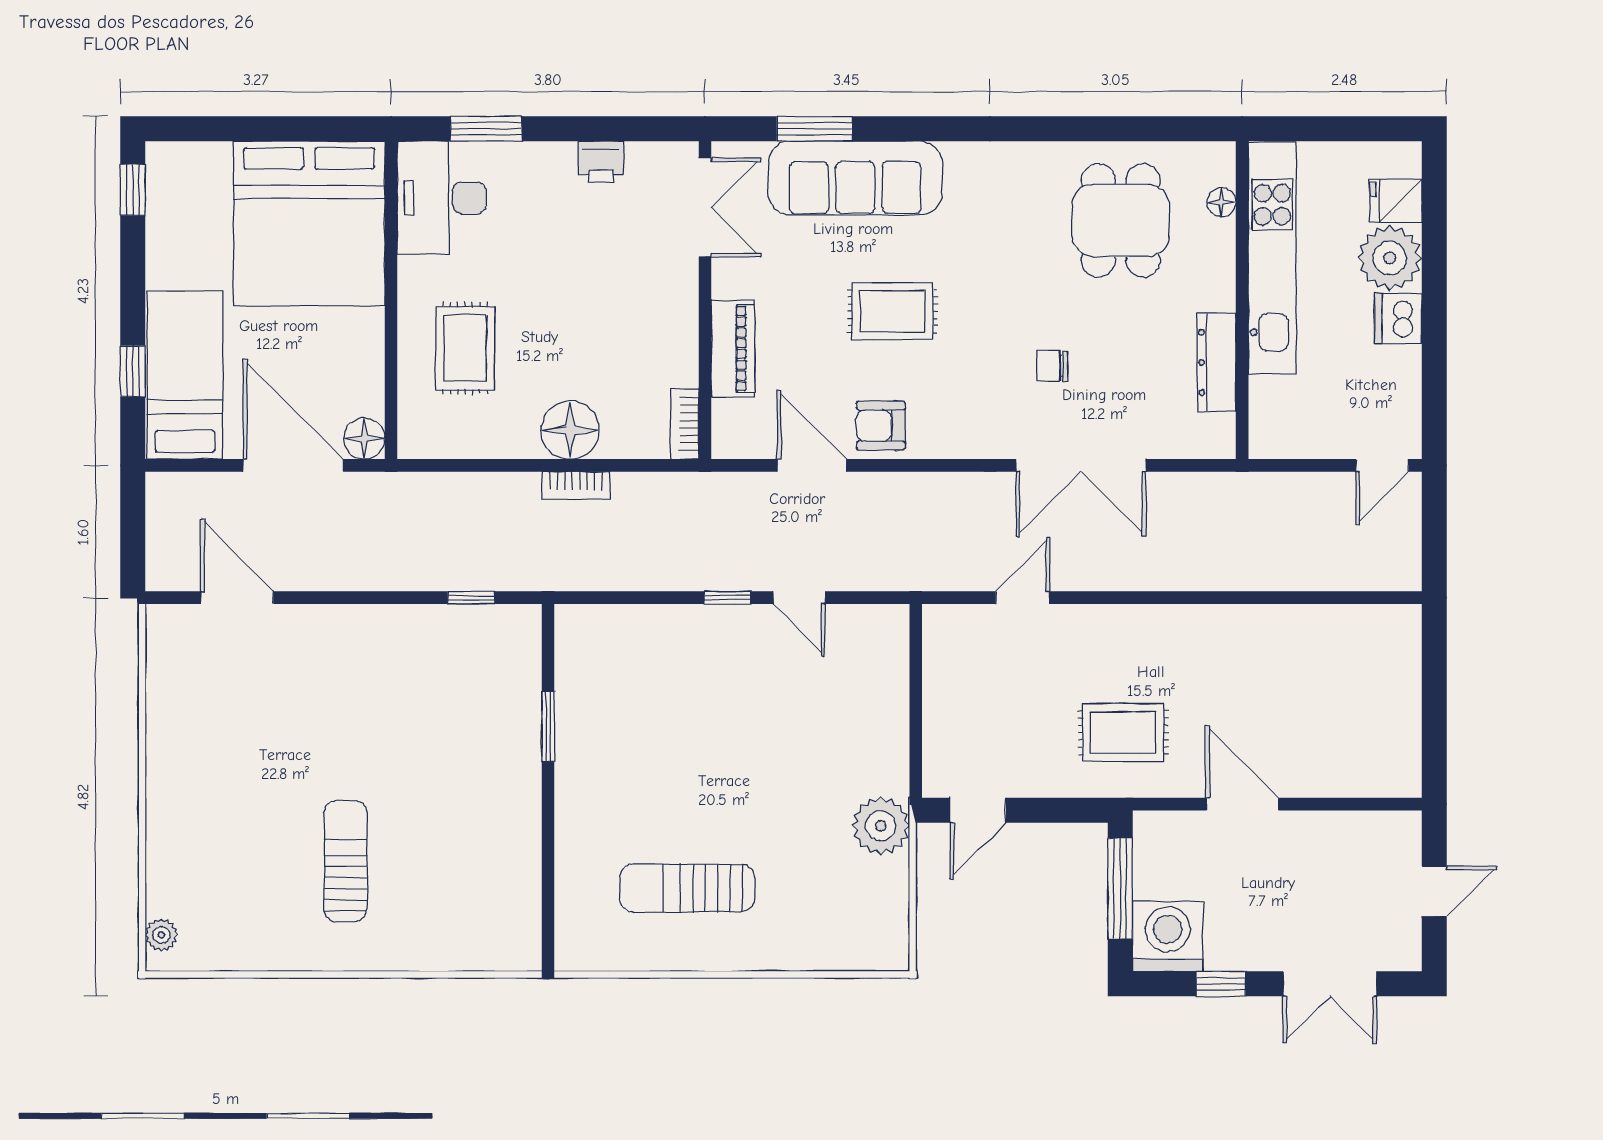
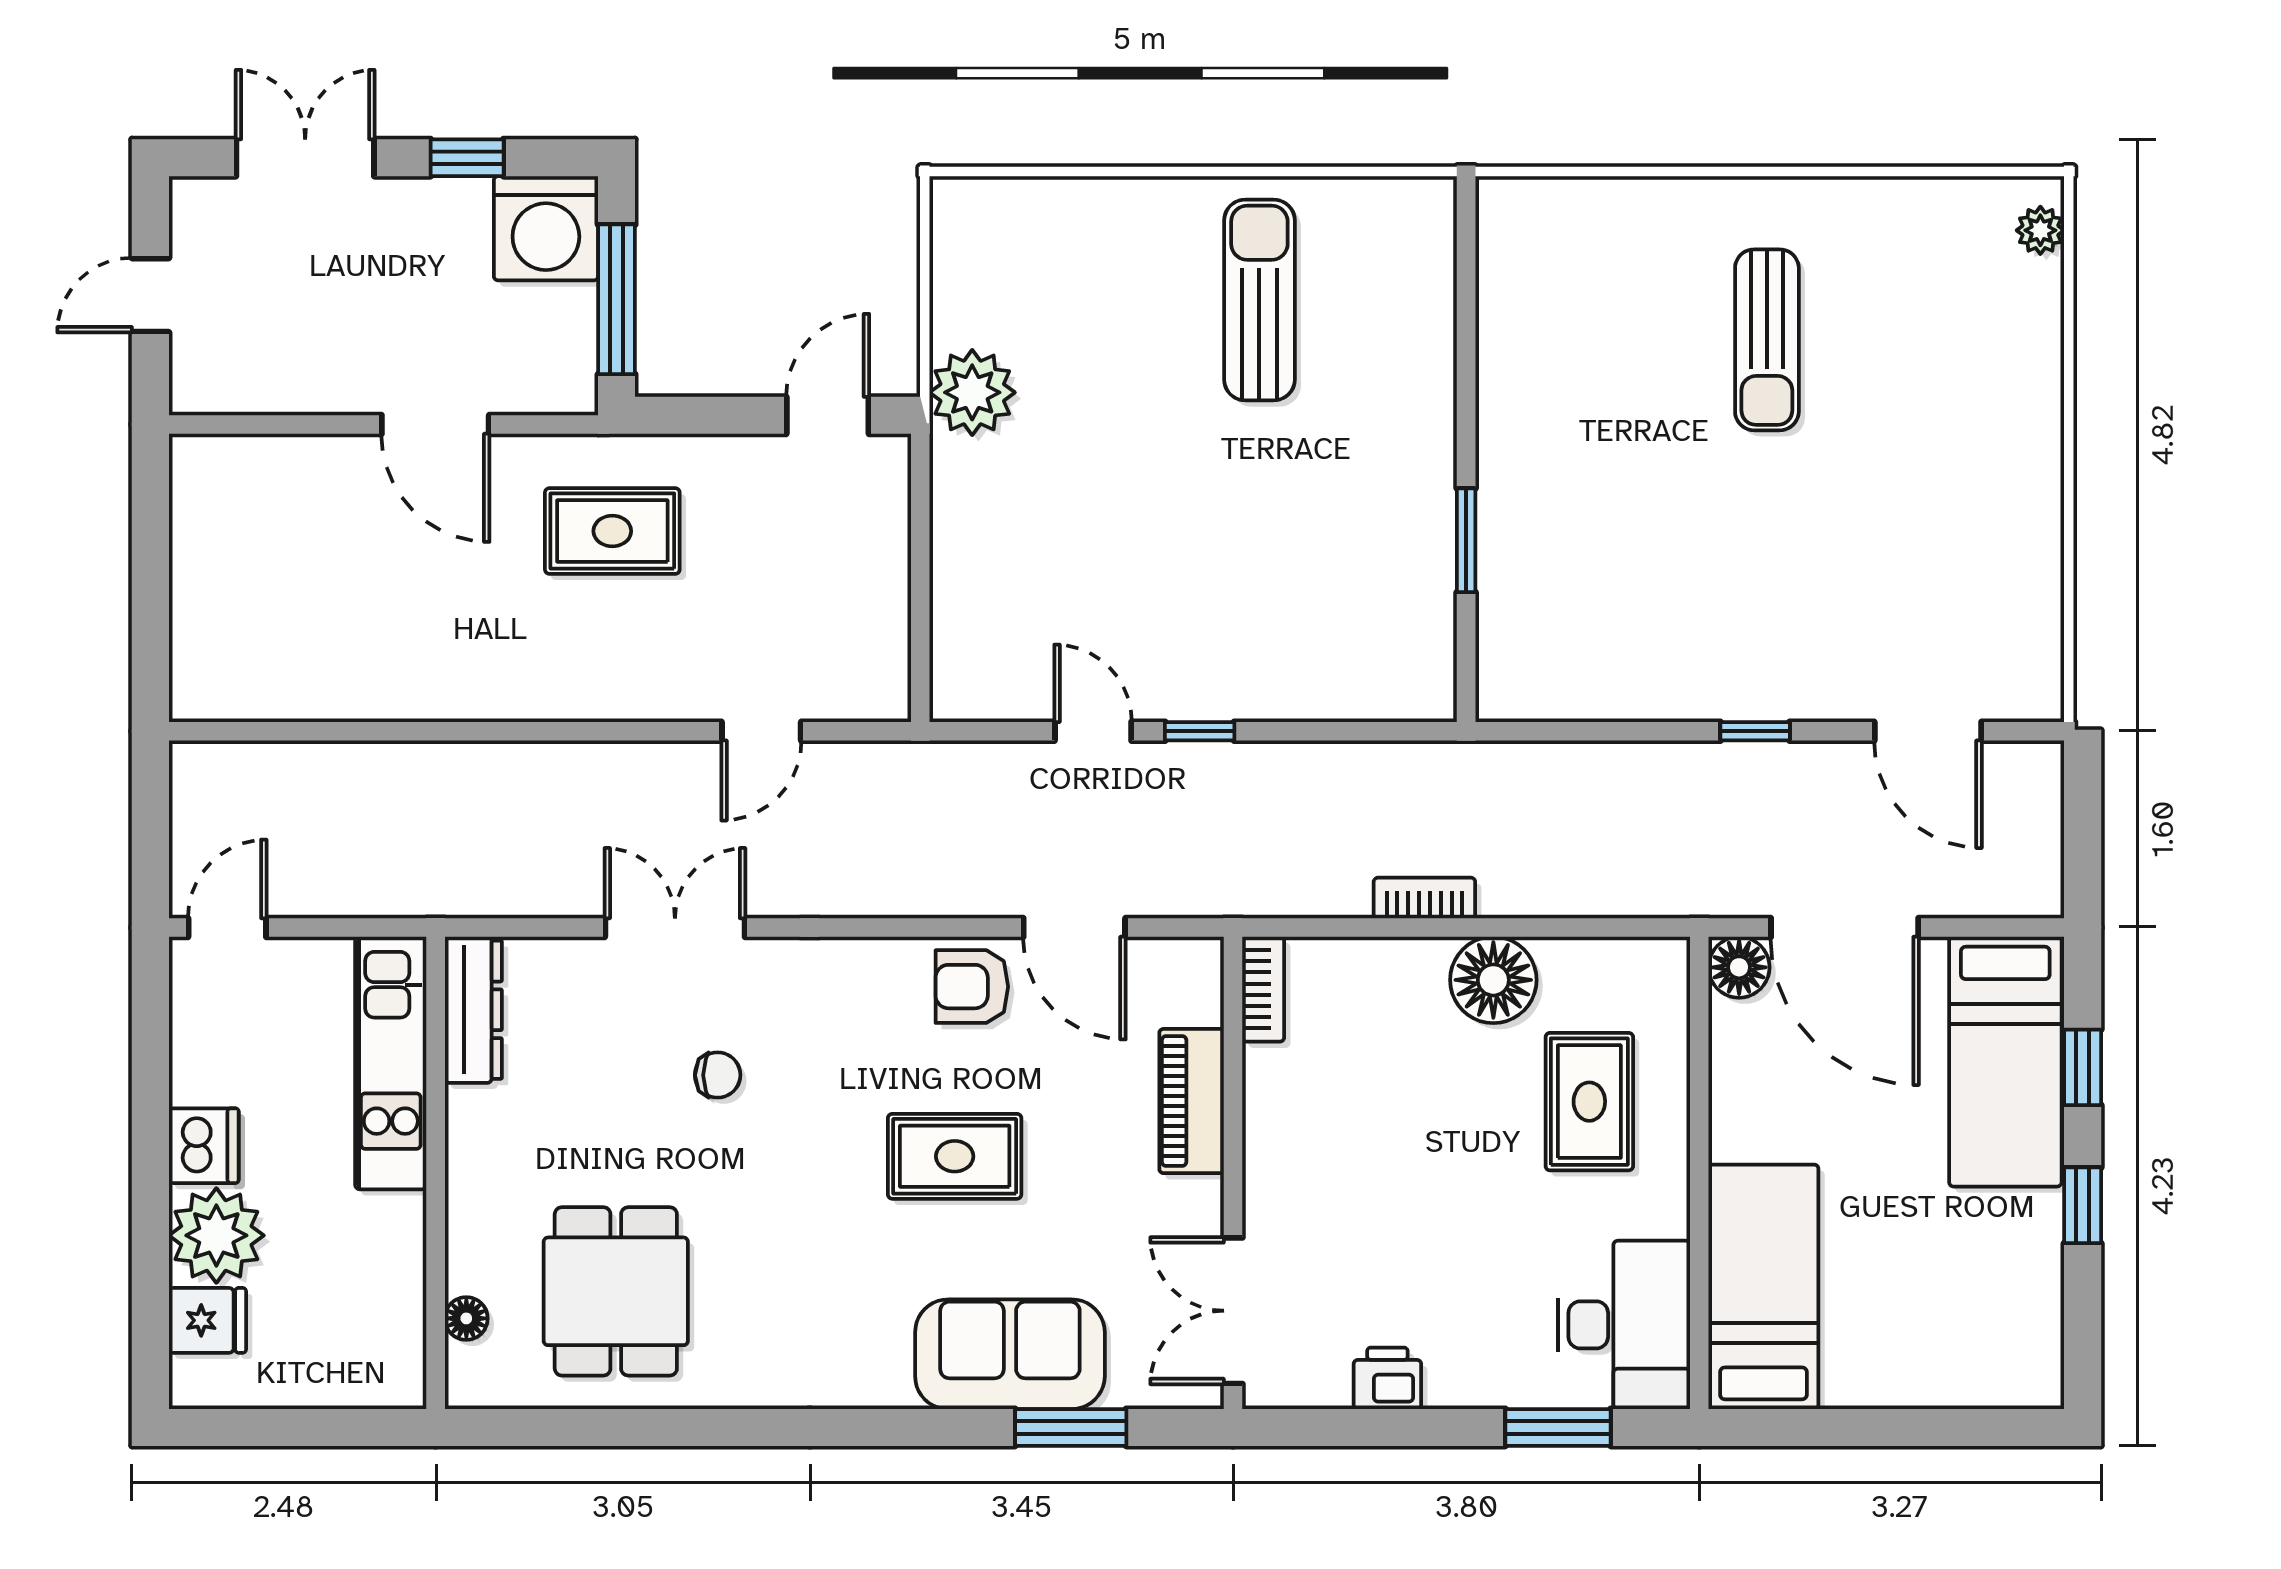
sofa: (855, 178) -> (1010, 1354), width x0.73
window: (133, 190) -> (2083, 1205), moved
bed: (309, 223) -> (1763, 1287), width x0.49
kitchen unit: (1272, 258) -> (391, 1063), moved, width x0.73
dresser: (1217, 363) -> (473, 1010), moved
armchair: (881, 426) -> (972, 987), turned 180
floor lamp: (570, 430) -> (1493, 980), moved
double door: (1081, 465) -> (675, 928), width x0.73
window: (471, 598) -> (1755, 731), moved
sun lounger: (687, 888) -> (1259, 300), turned -90

